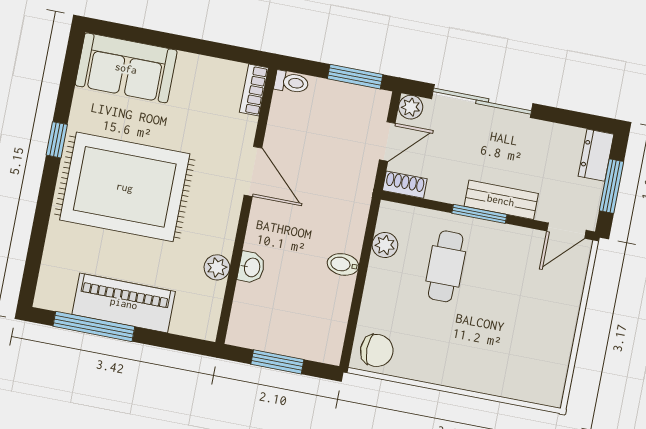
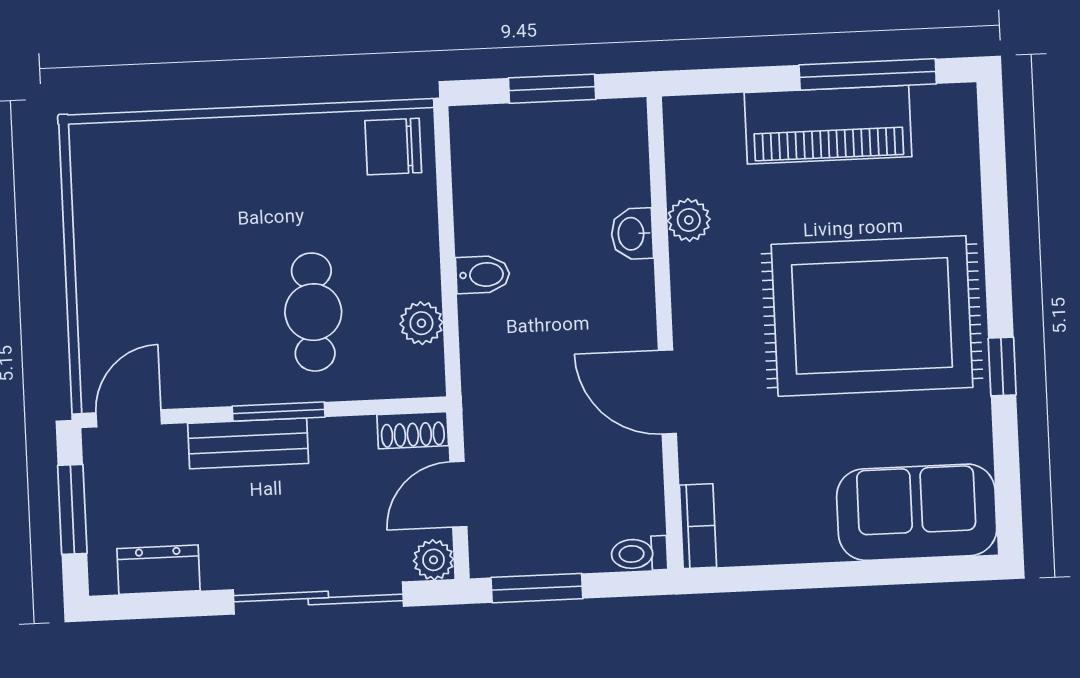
dresser: (596, 155) -> (158, 570), moved, turned -90

